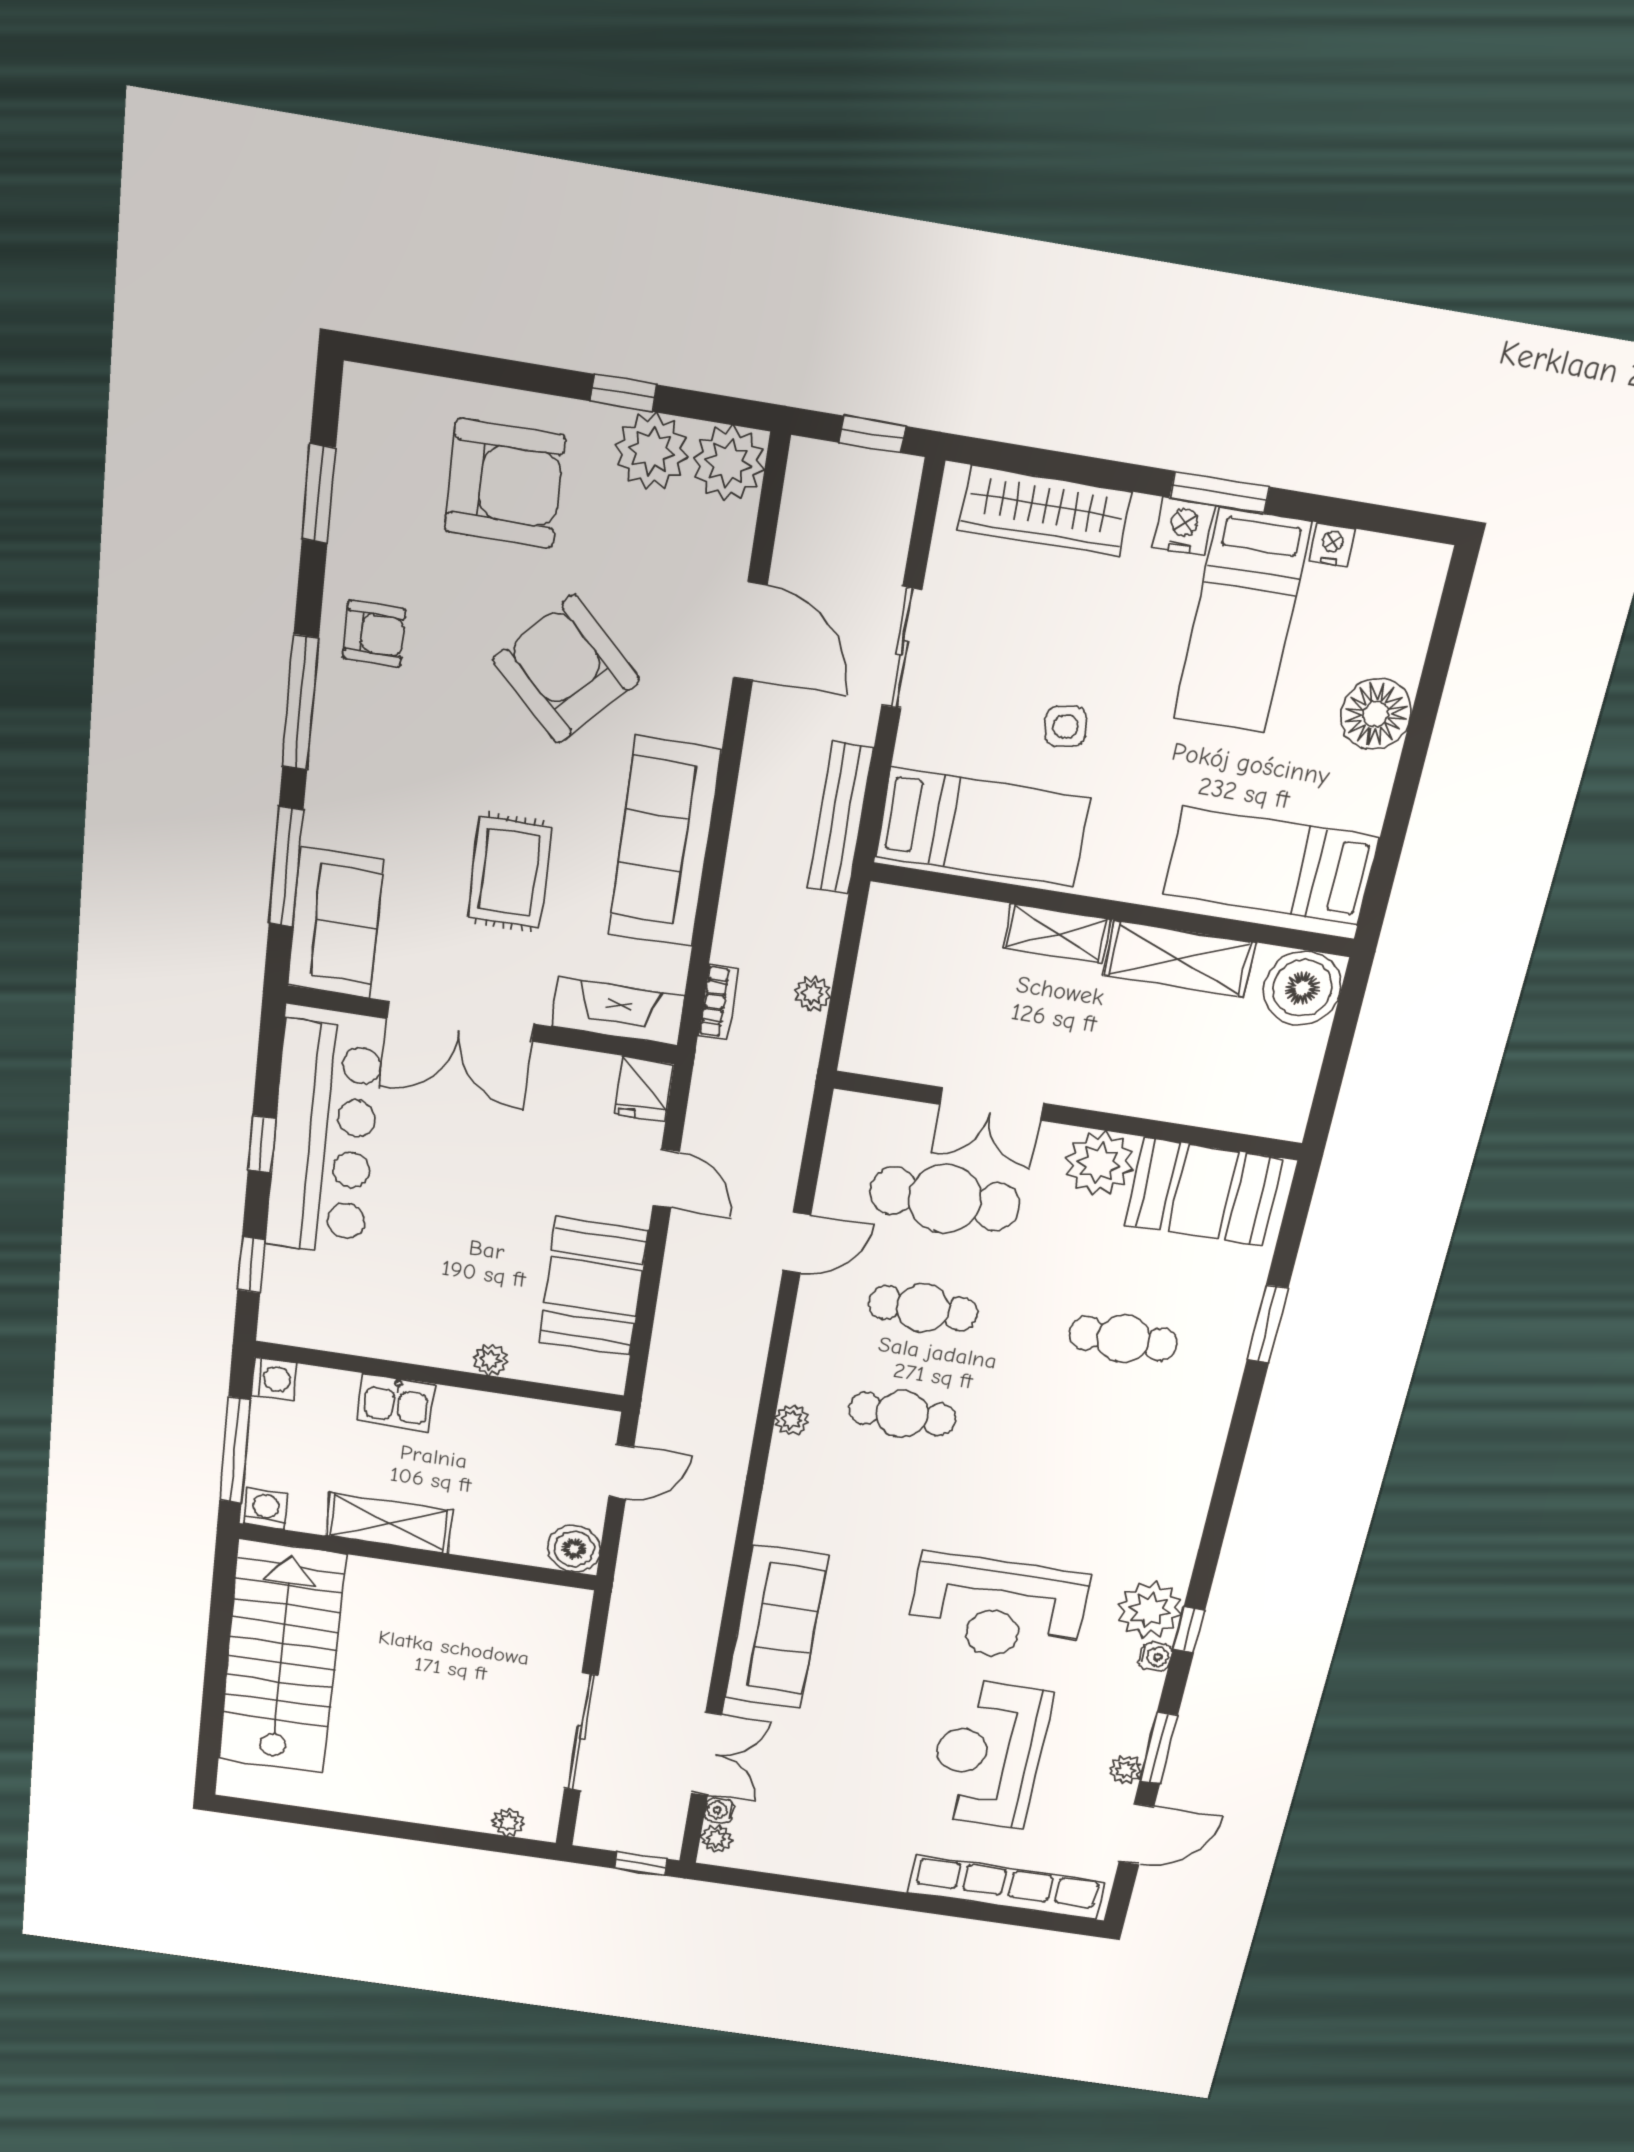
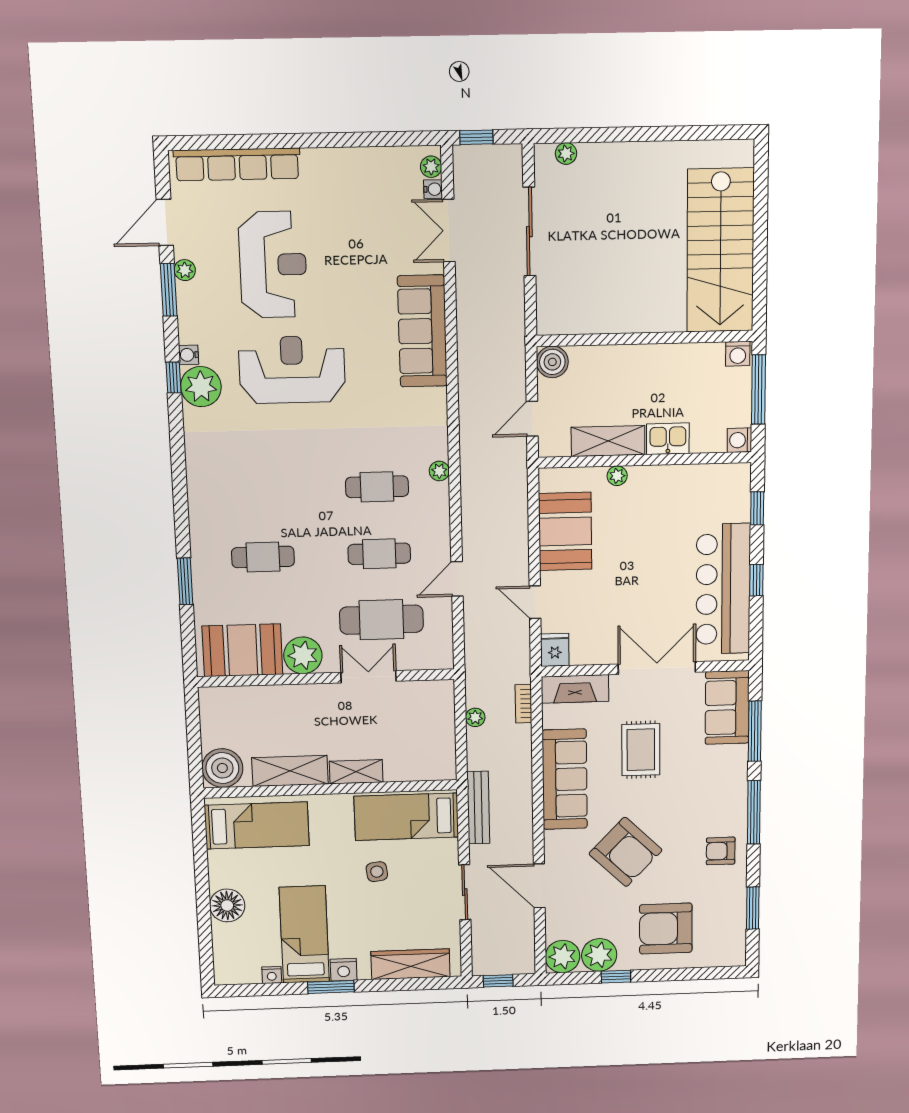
shelving: (389, 1523) -> (608, 441), moved

